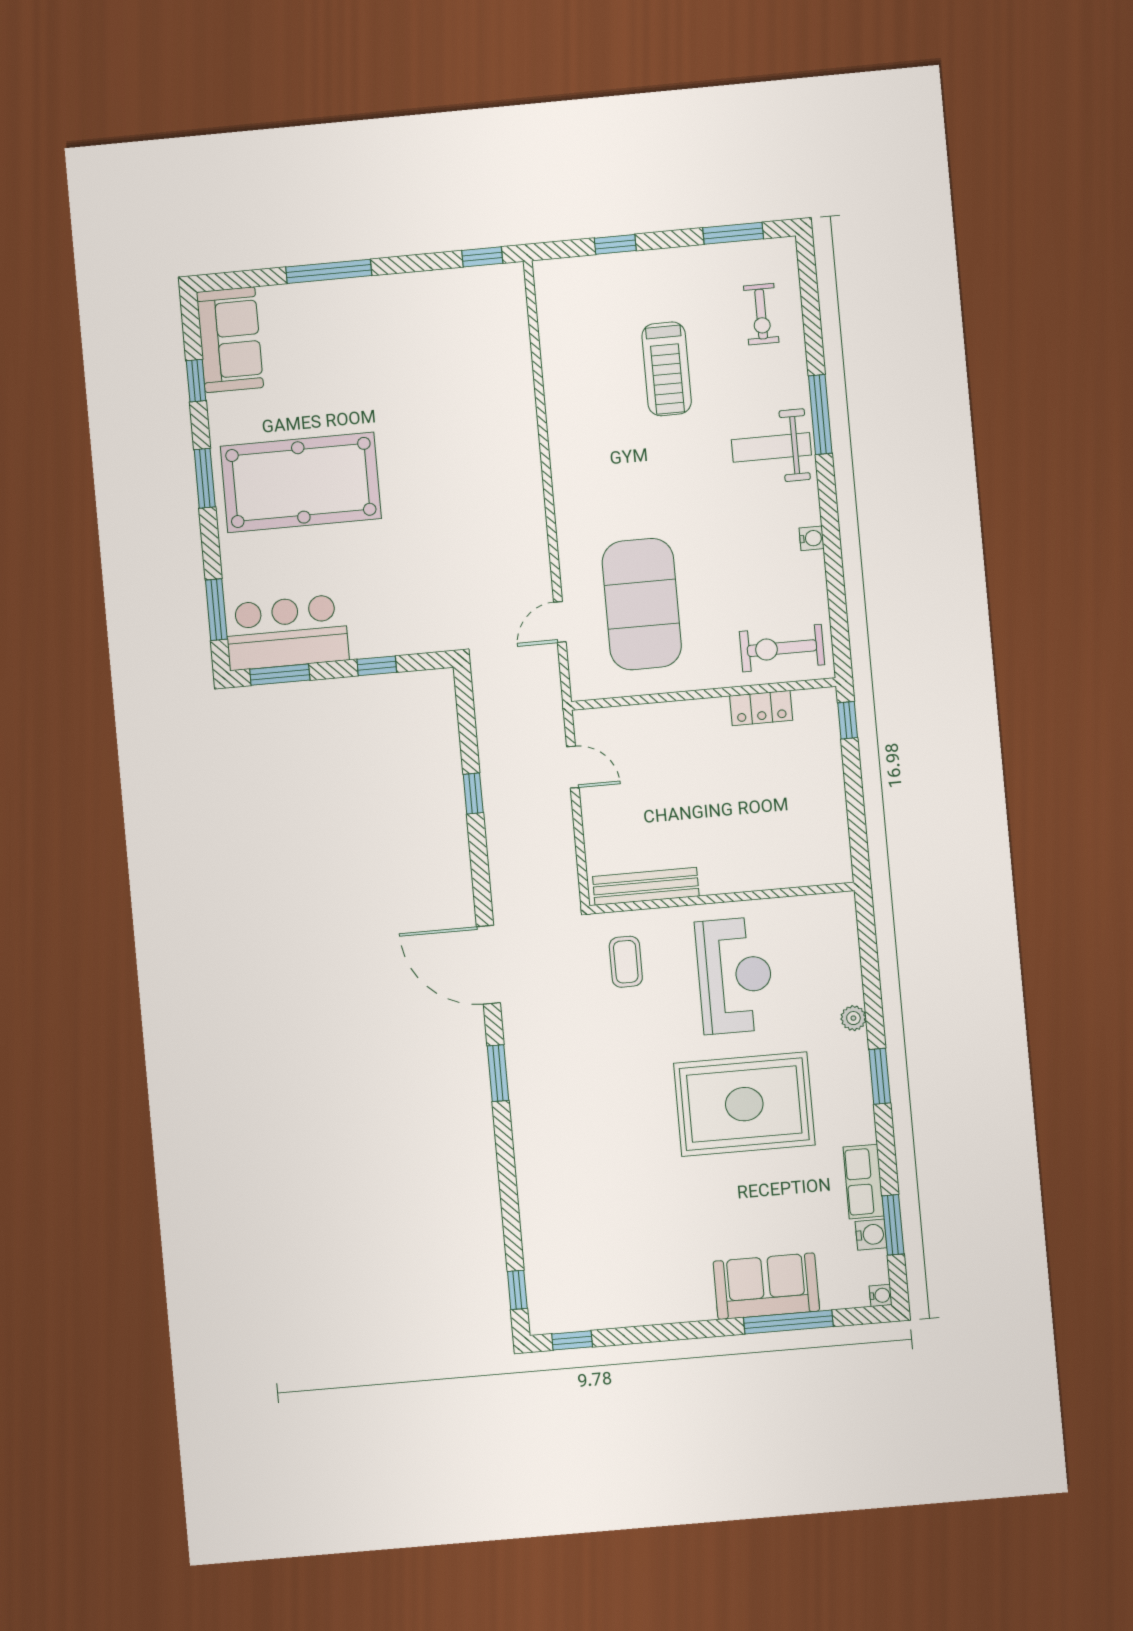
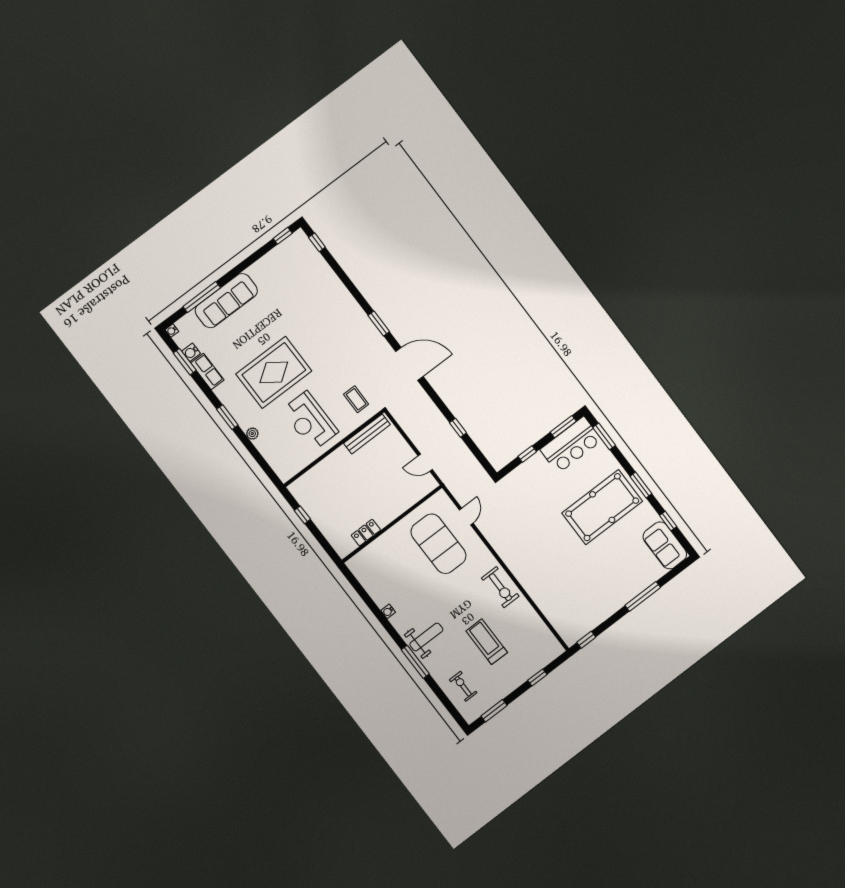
exercise bike: (782, 648) -> (500, 587), moved, turned 90
window: (848, 720) -> (302, 515), moved
sofa: (766, 1286) -> (226, 301), width x1.36

